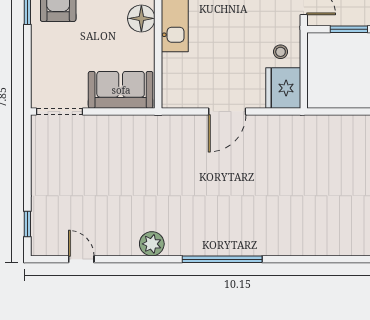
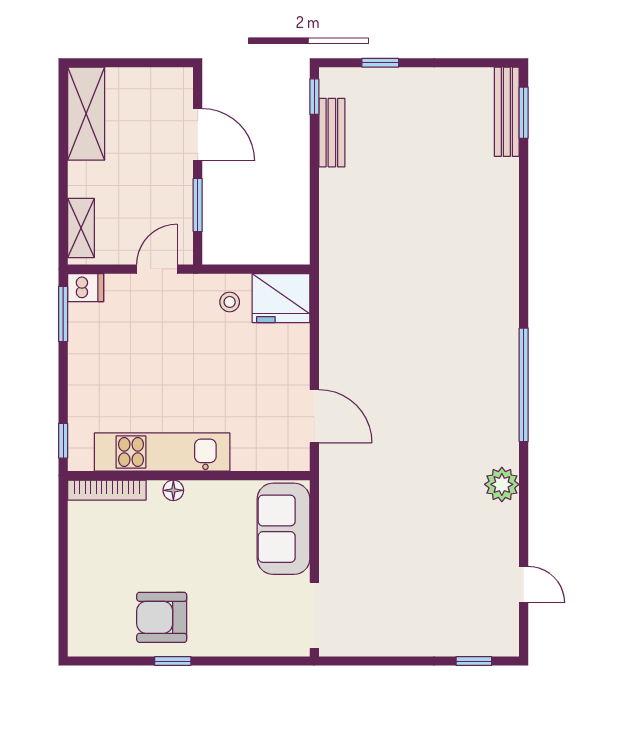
floor lamp: (141, 18) -> (173, 490), width x0.53, depth x0.53
door: (227, 112) -> (314, 416), moved
door: (81, 259) -> (524, 585), swing flipped

